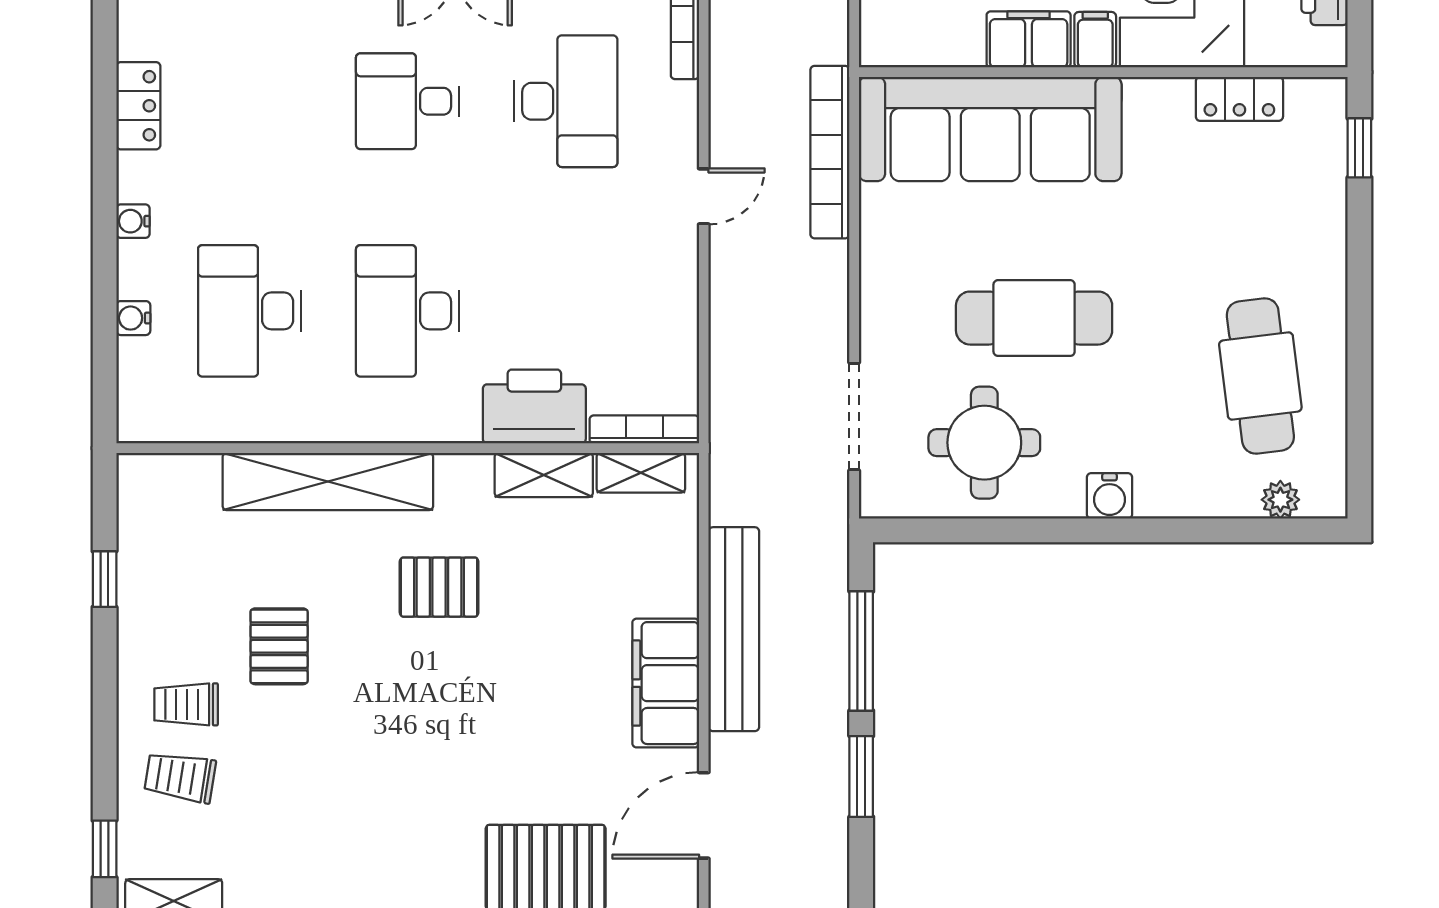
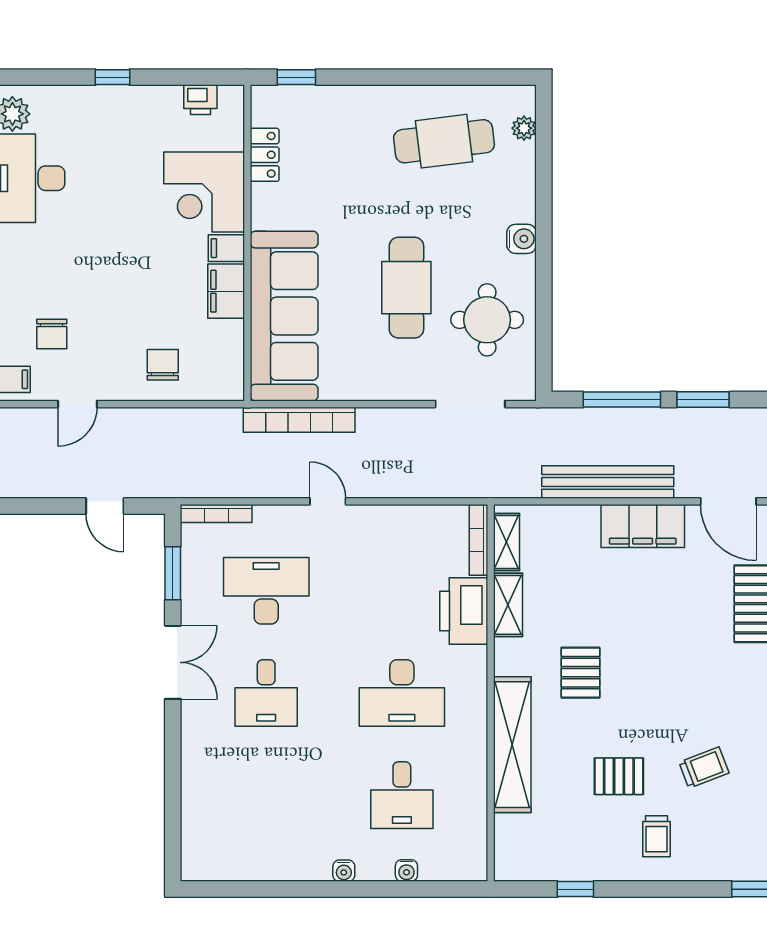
locker: (138, 106) -> (269, 867), removed
desk: (250, 311) -> (402, 795), width x0.73
trolley: (180, 777) -> (704, 768), moved, turned -120

